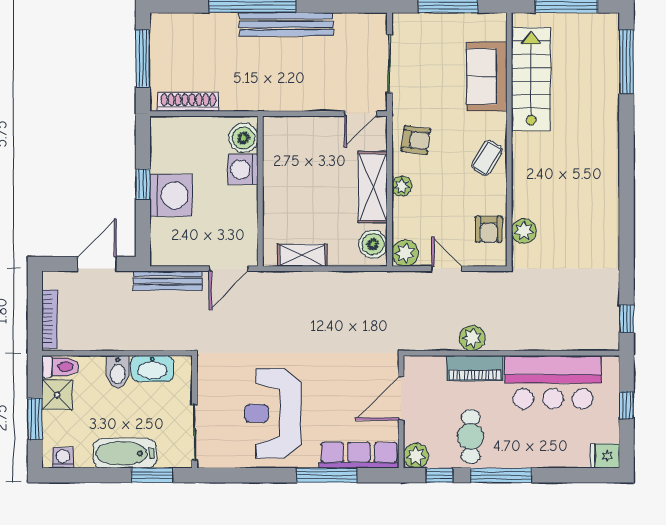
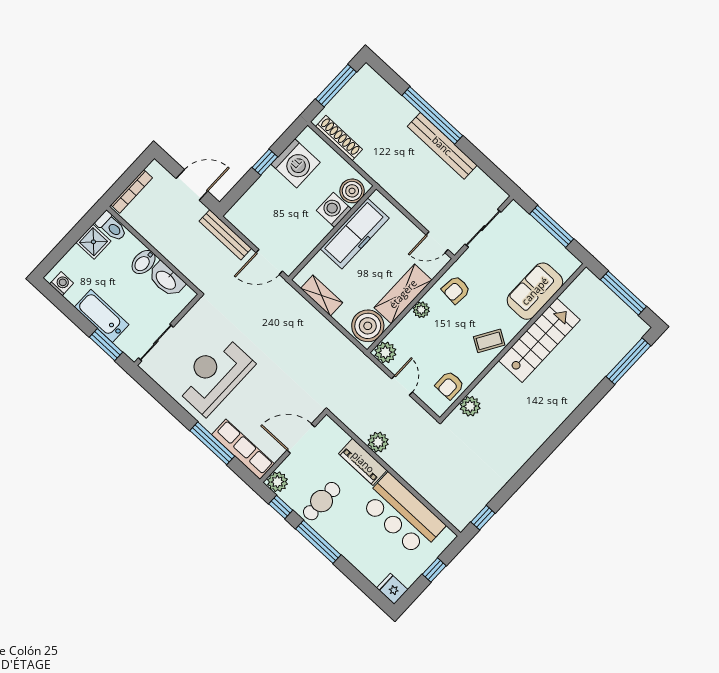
stairs: (531, 79) -> (539, 340), moved
armchair: (416, 140) -> (456, 290), turned 87
freezer: (281, 173) -> (355, 233), added
washing machine: (171, 195) -> (296, 163), moved
boiler: (373, 244) -> (368, 326), width x1.37, depth x1.37
window: (35, 419) -> (66, 244), removed

